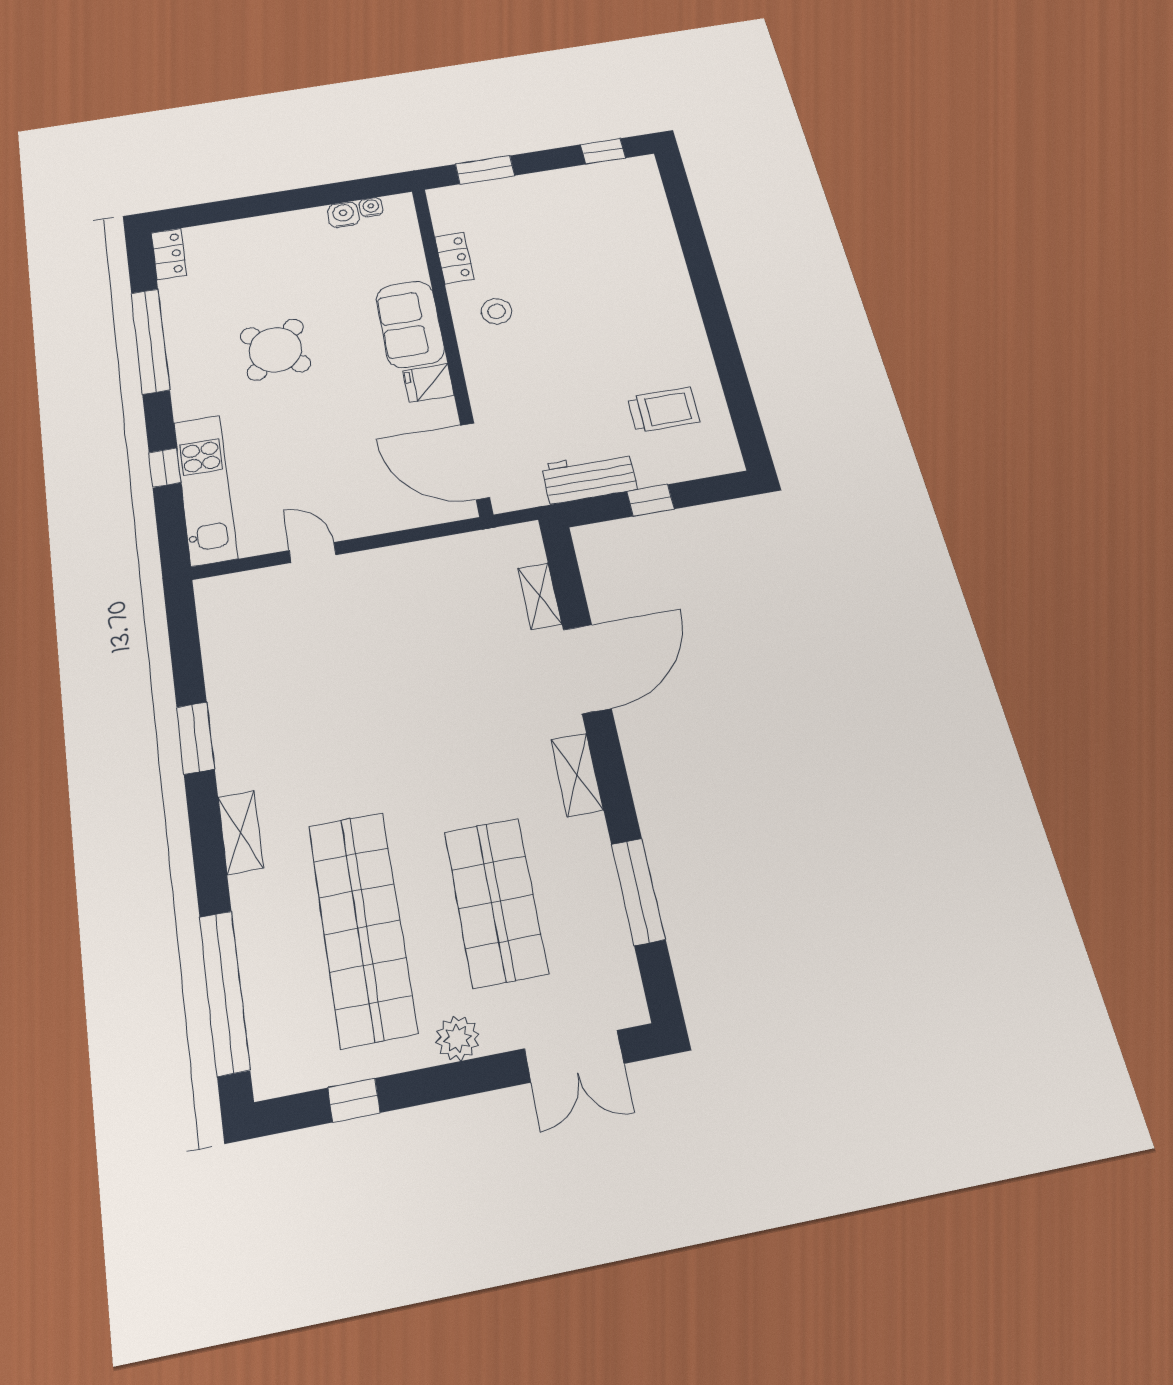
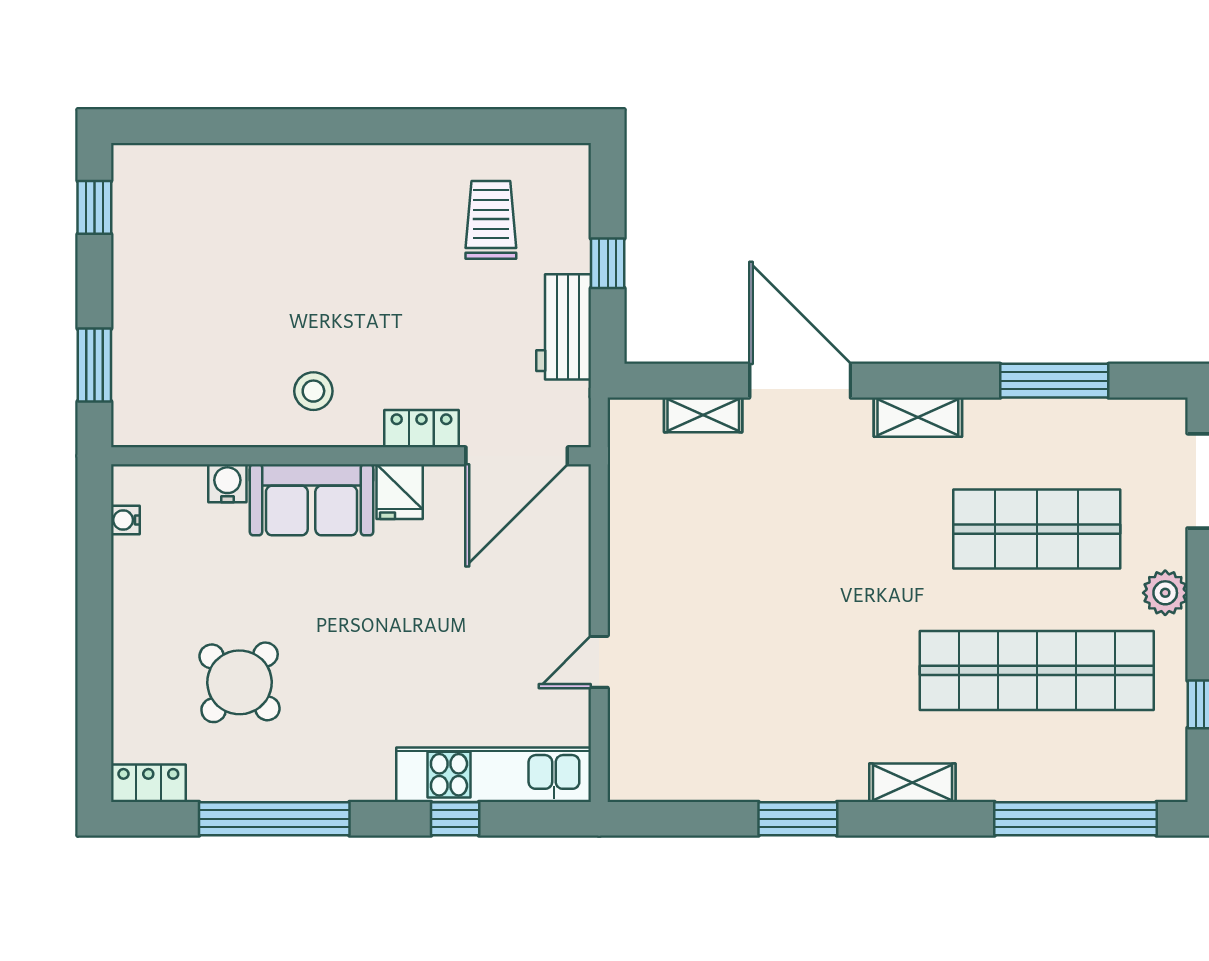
water cooler: (343, 215) -> (227, 483), moved, turned 90
locker: (454, 258) -> (421, 429), moved
round table: (275, 350) -> (240, 682), moved

